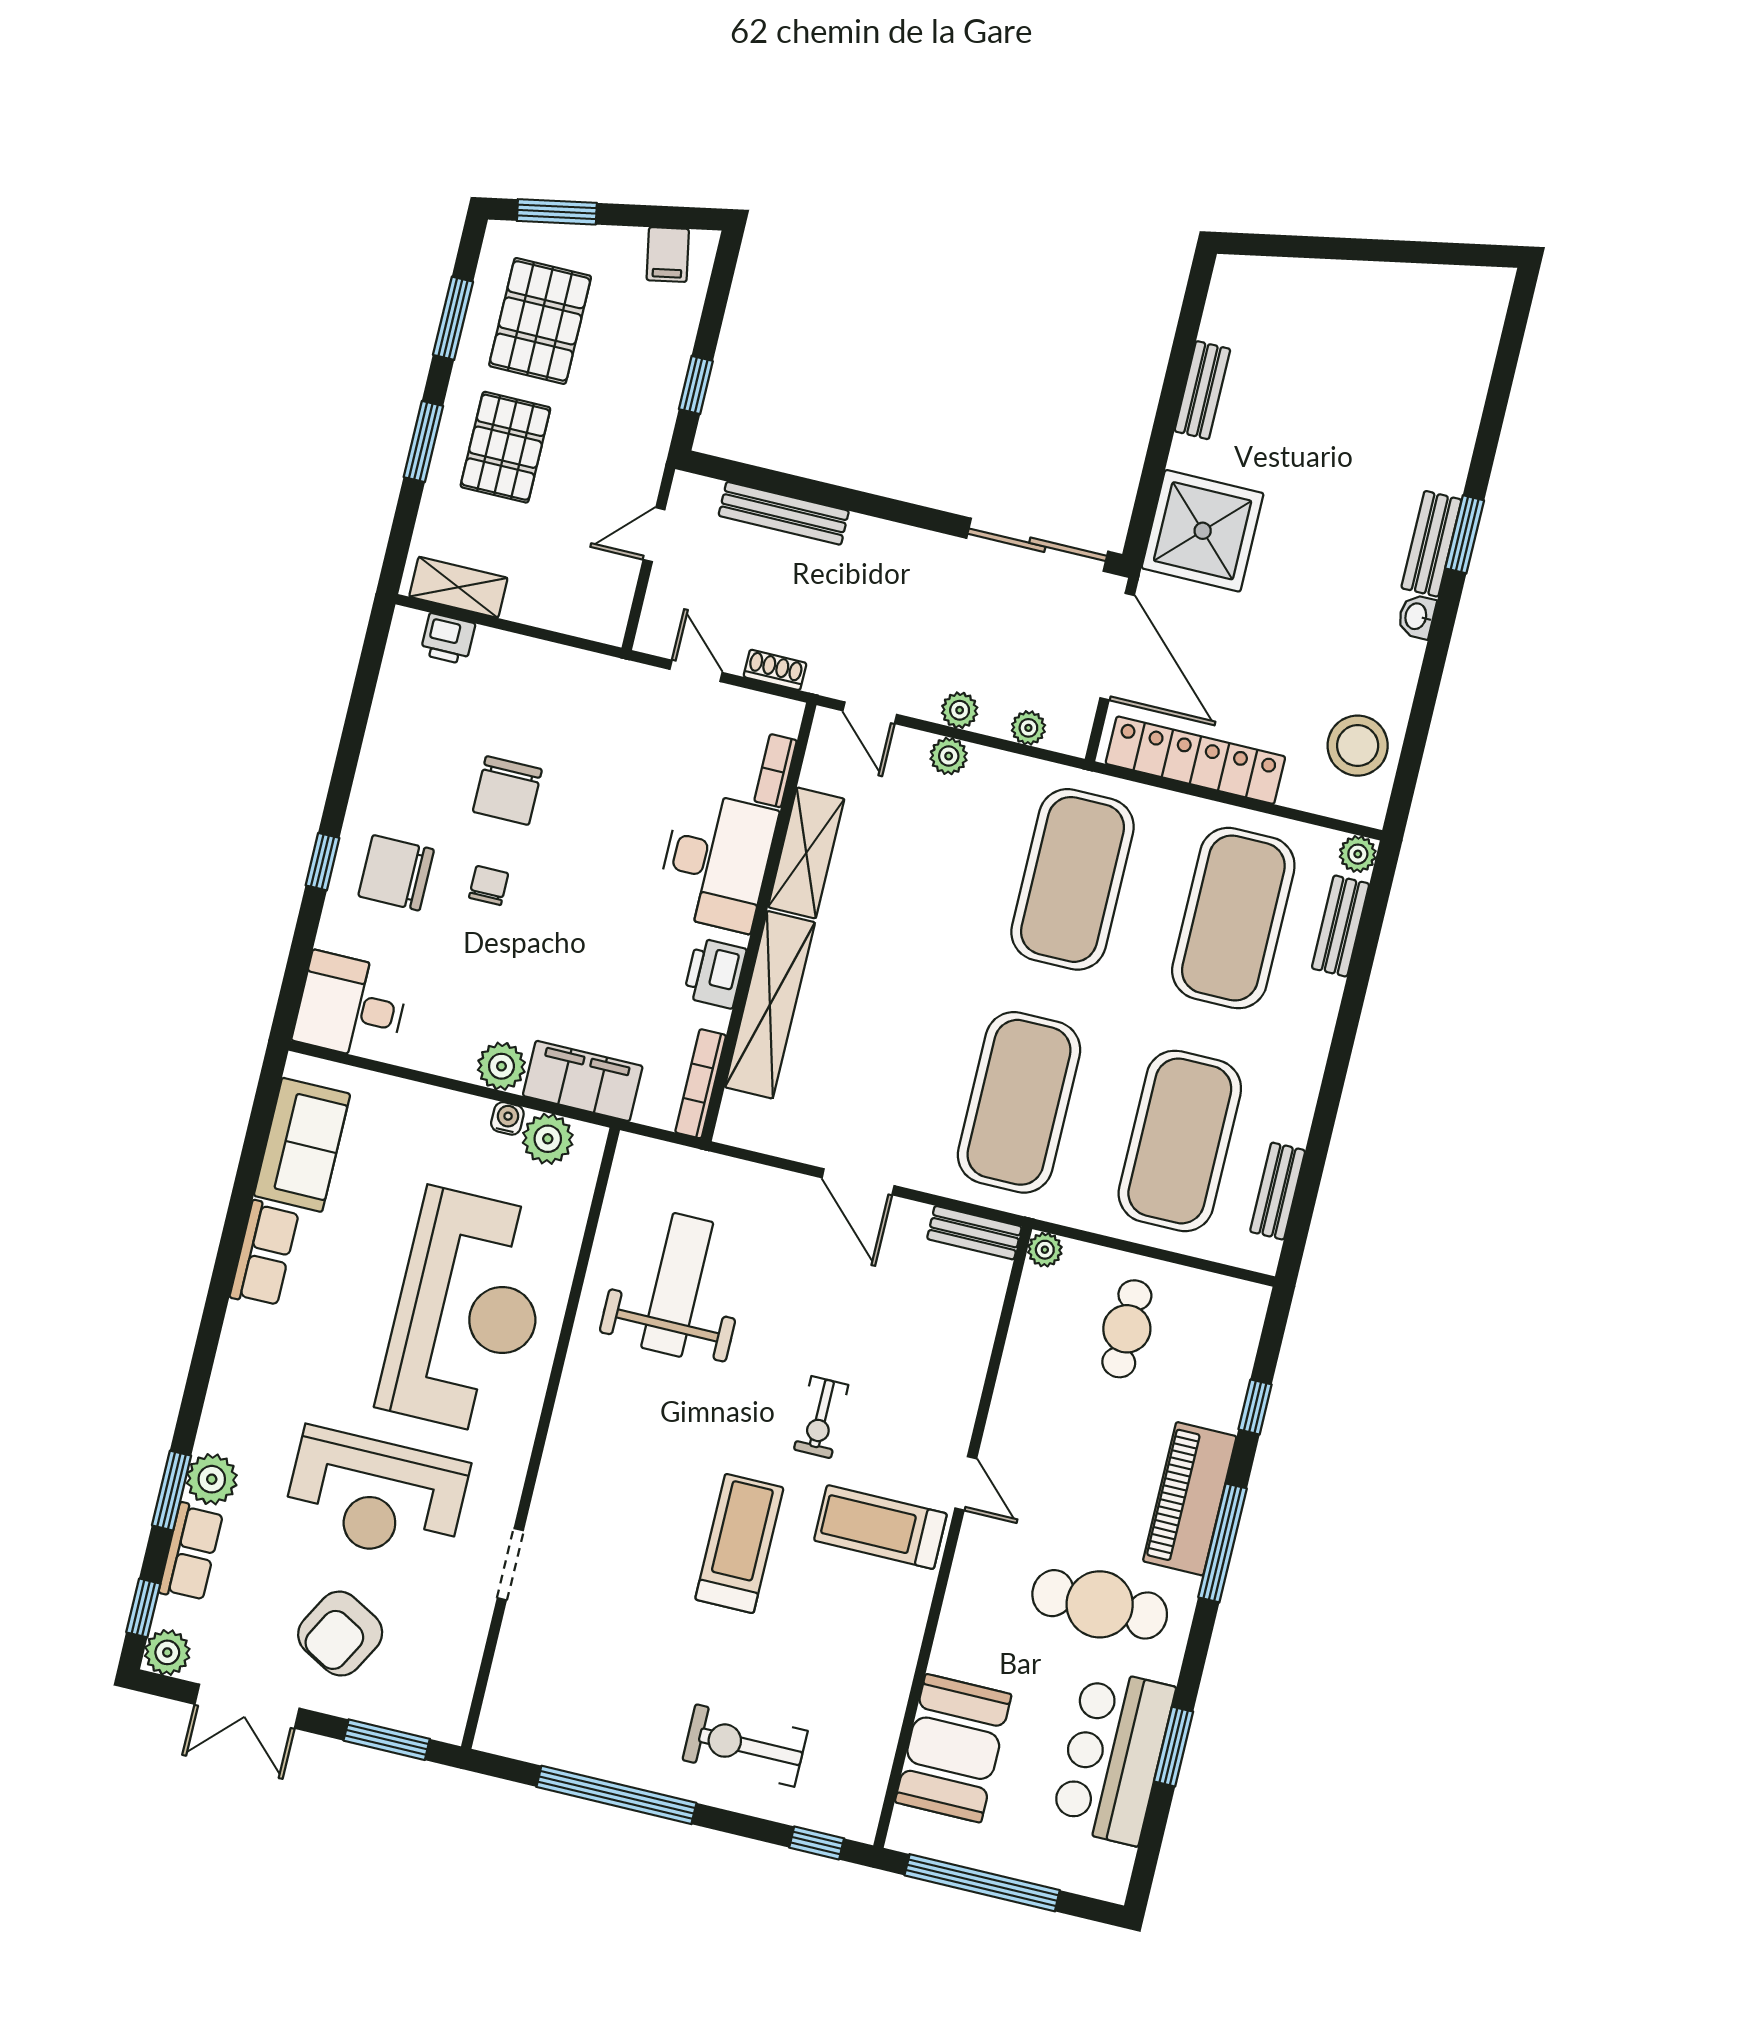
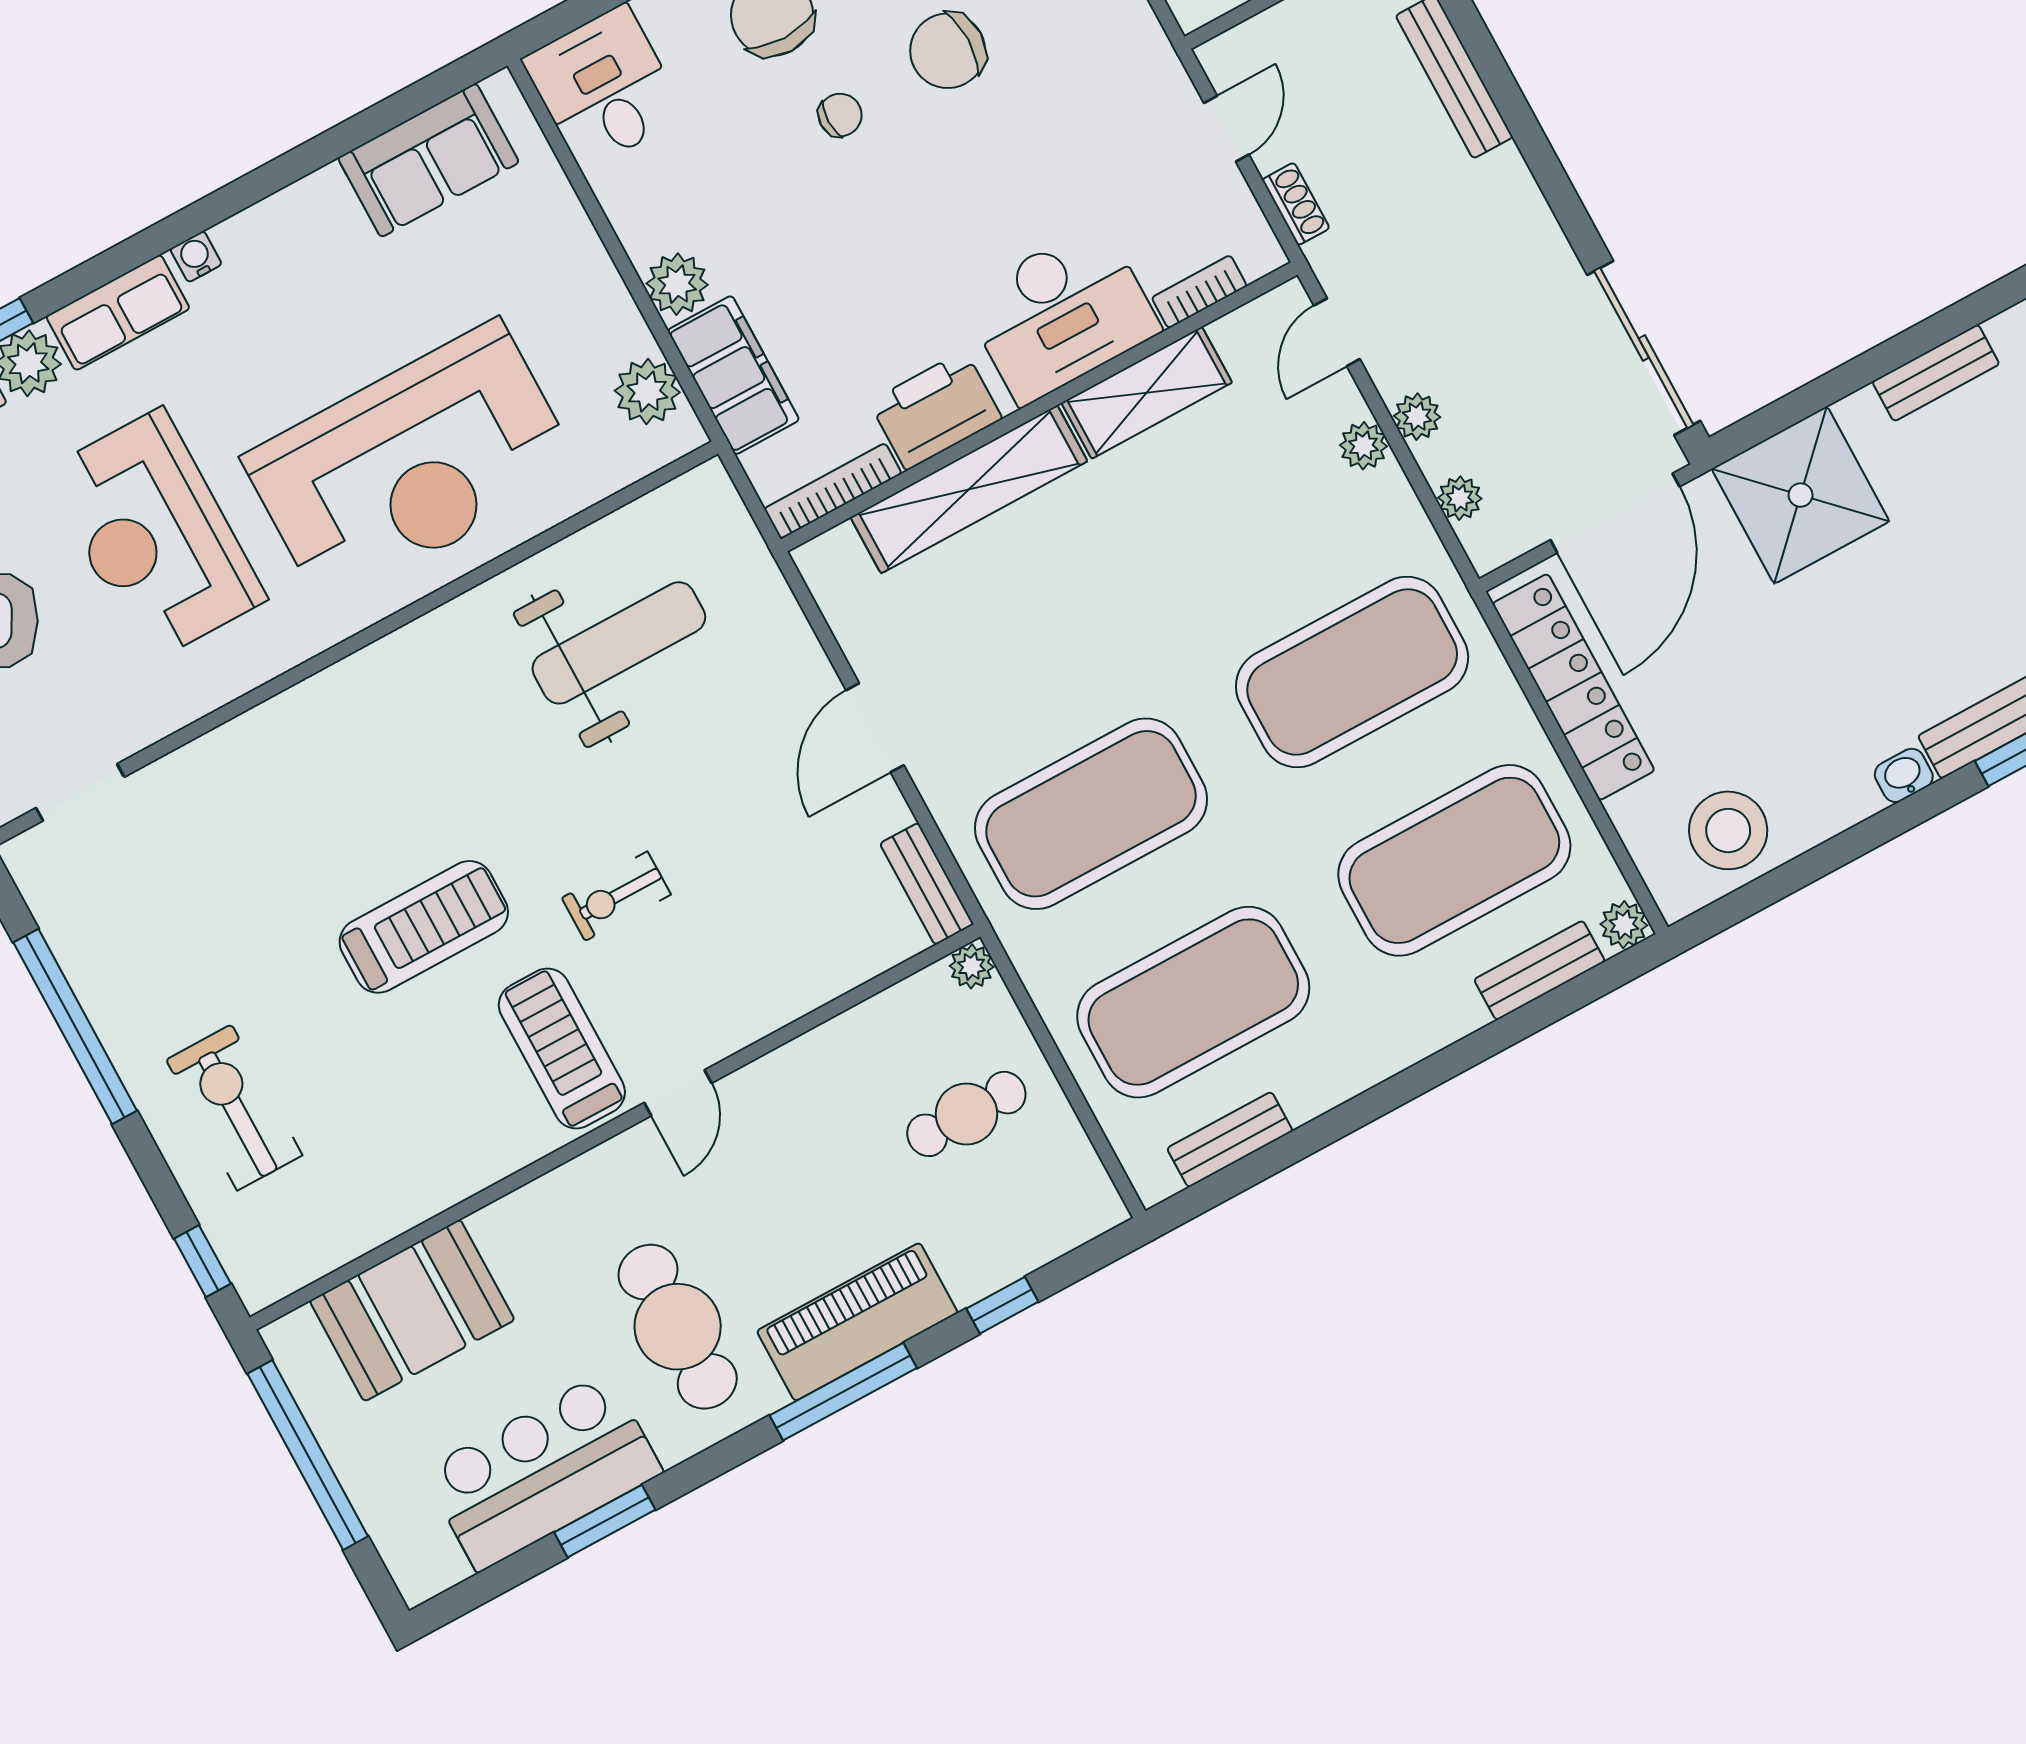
printer: (715, 973) -> (936, 410), width x1.37, depth x1.19
water cooler: (507, 1118) -> (196, 257), moved, turned -90
row of seats: (264, 1254) -> (118, 312), moved
doorway: (510, 1564) -> (80, 792), moved

